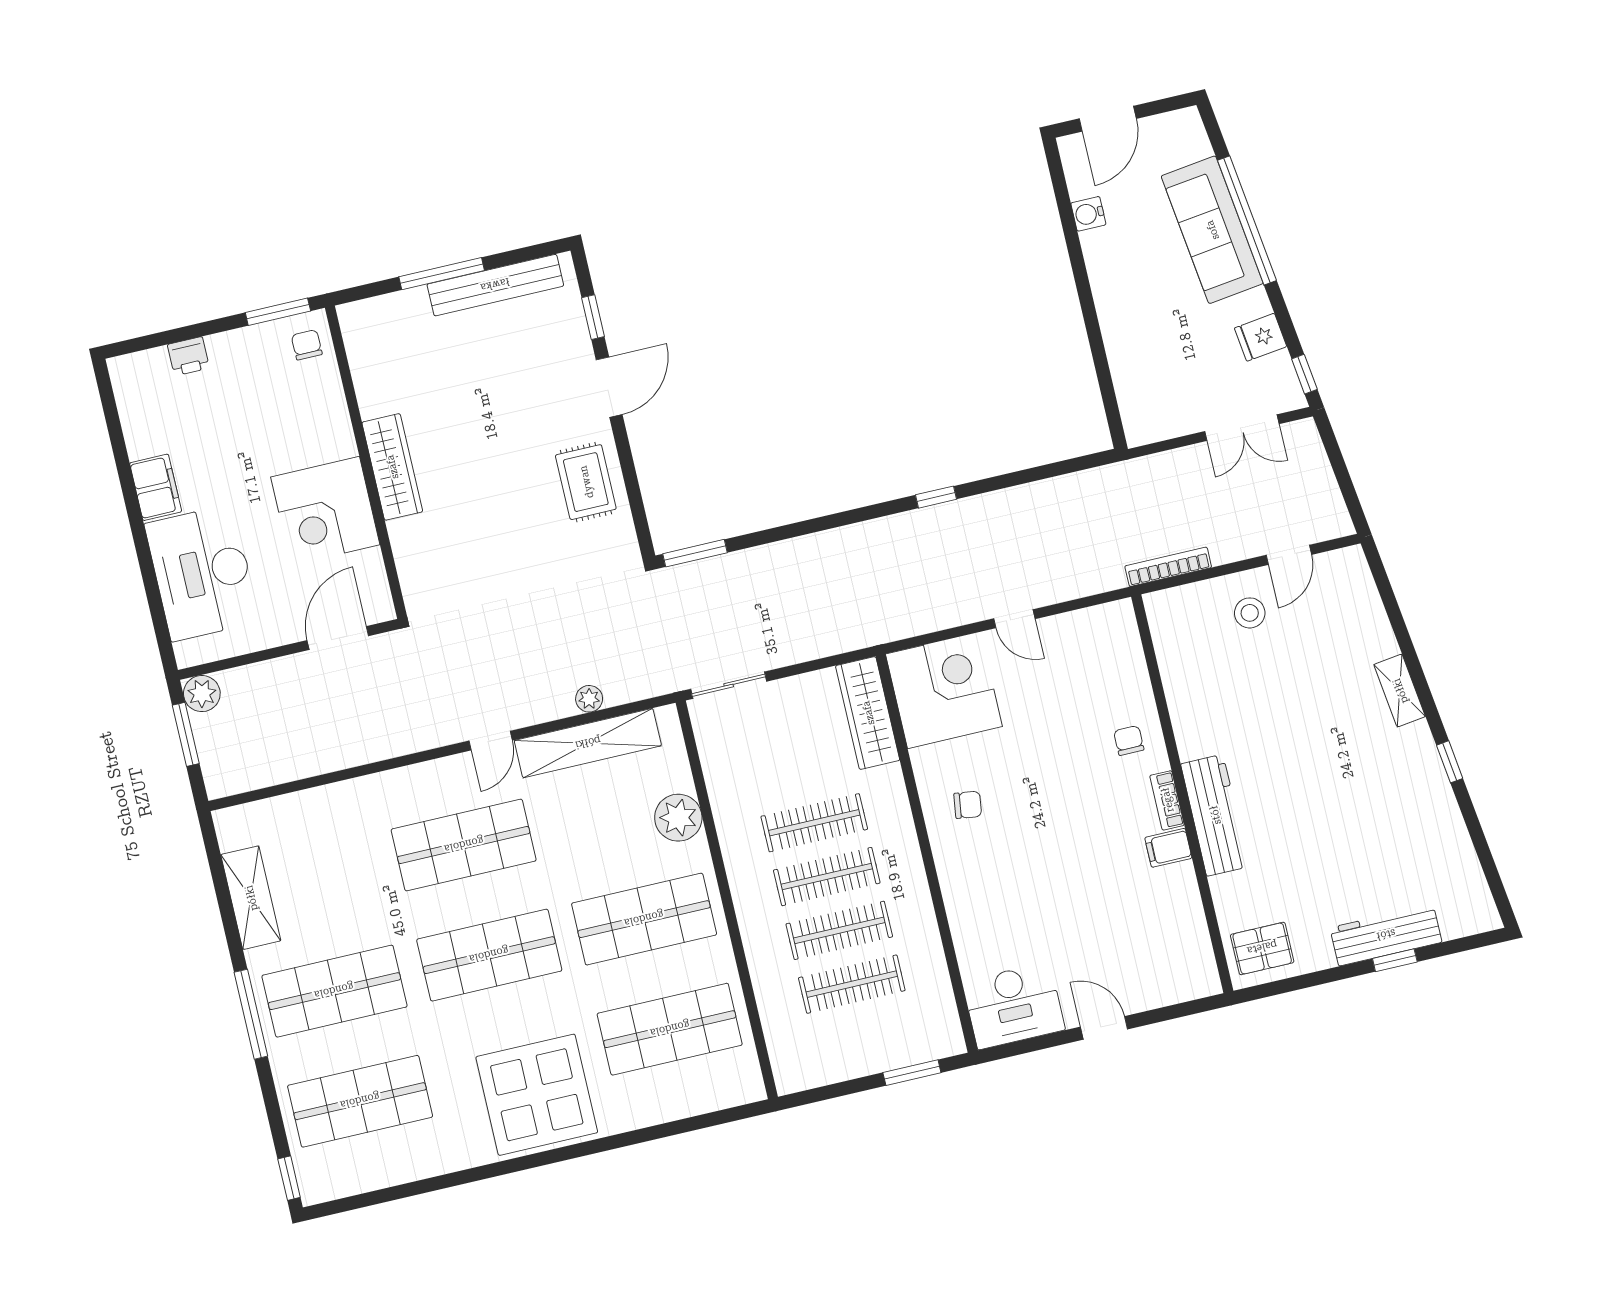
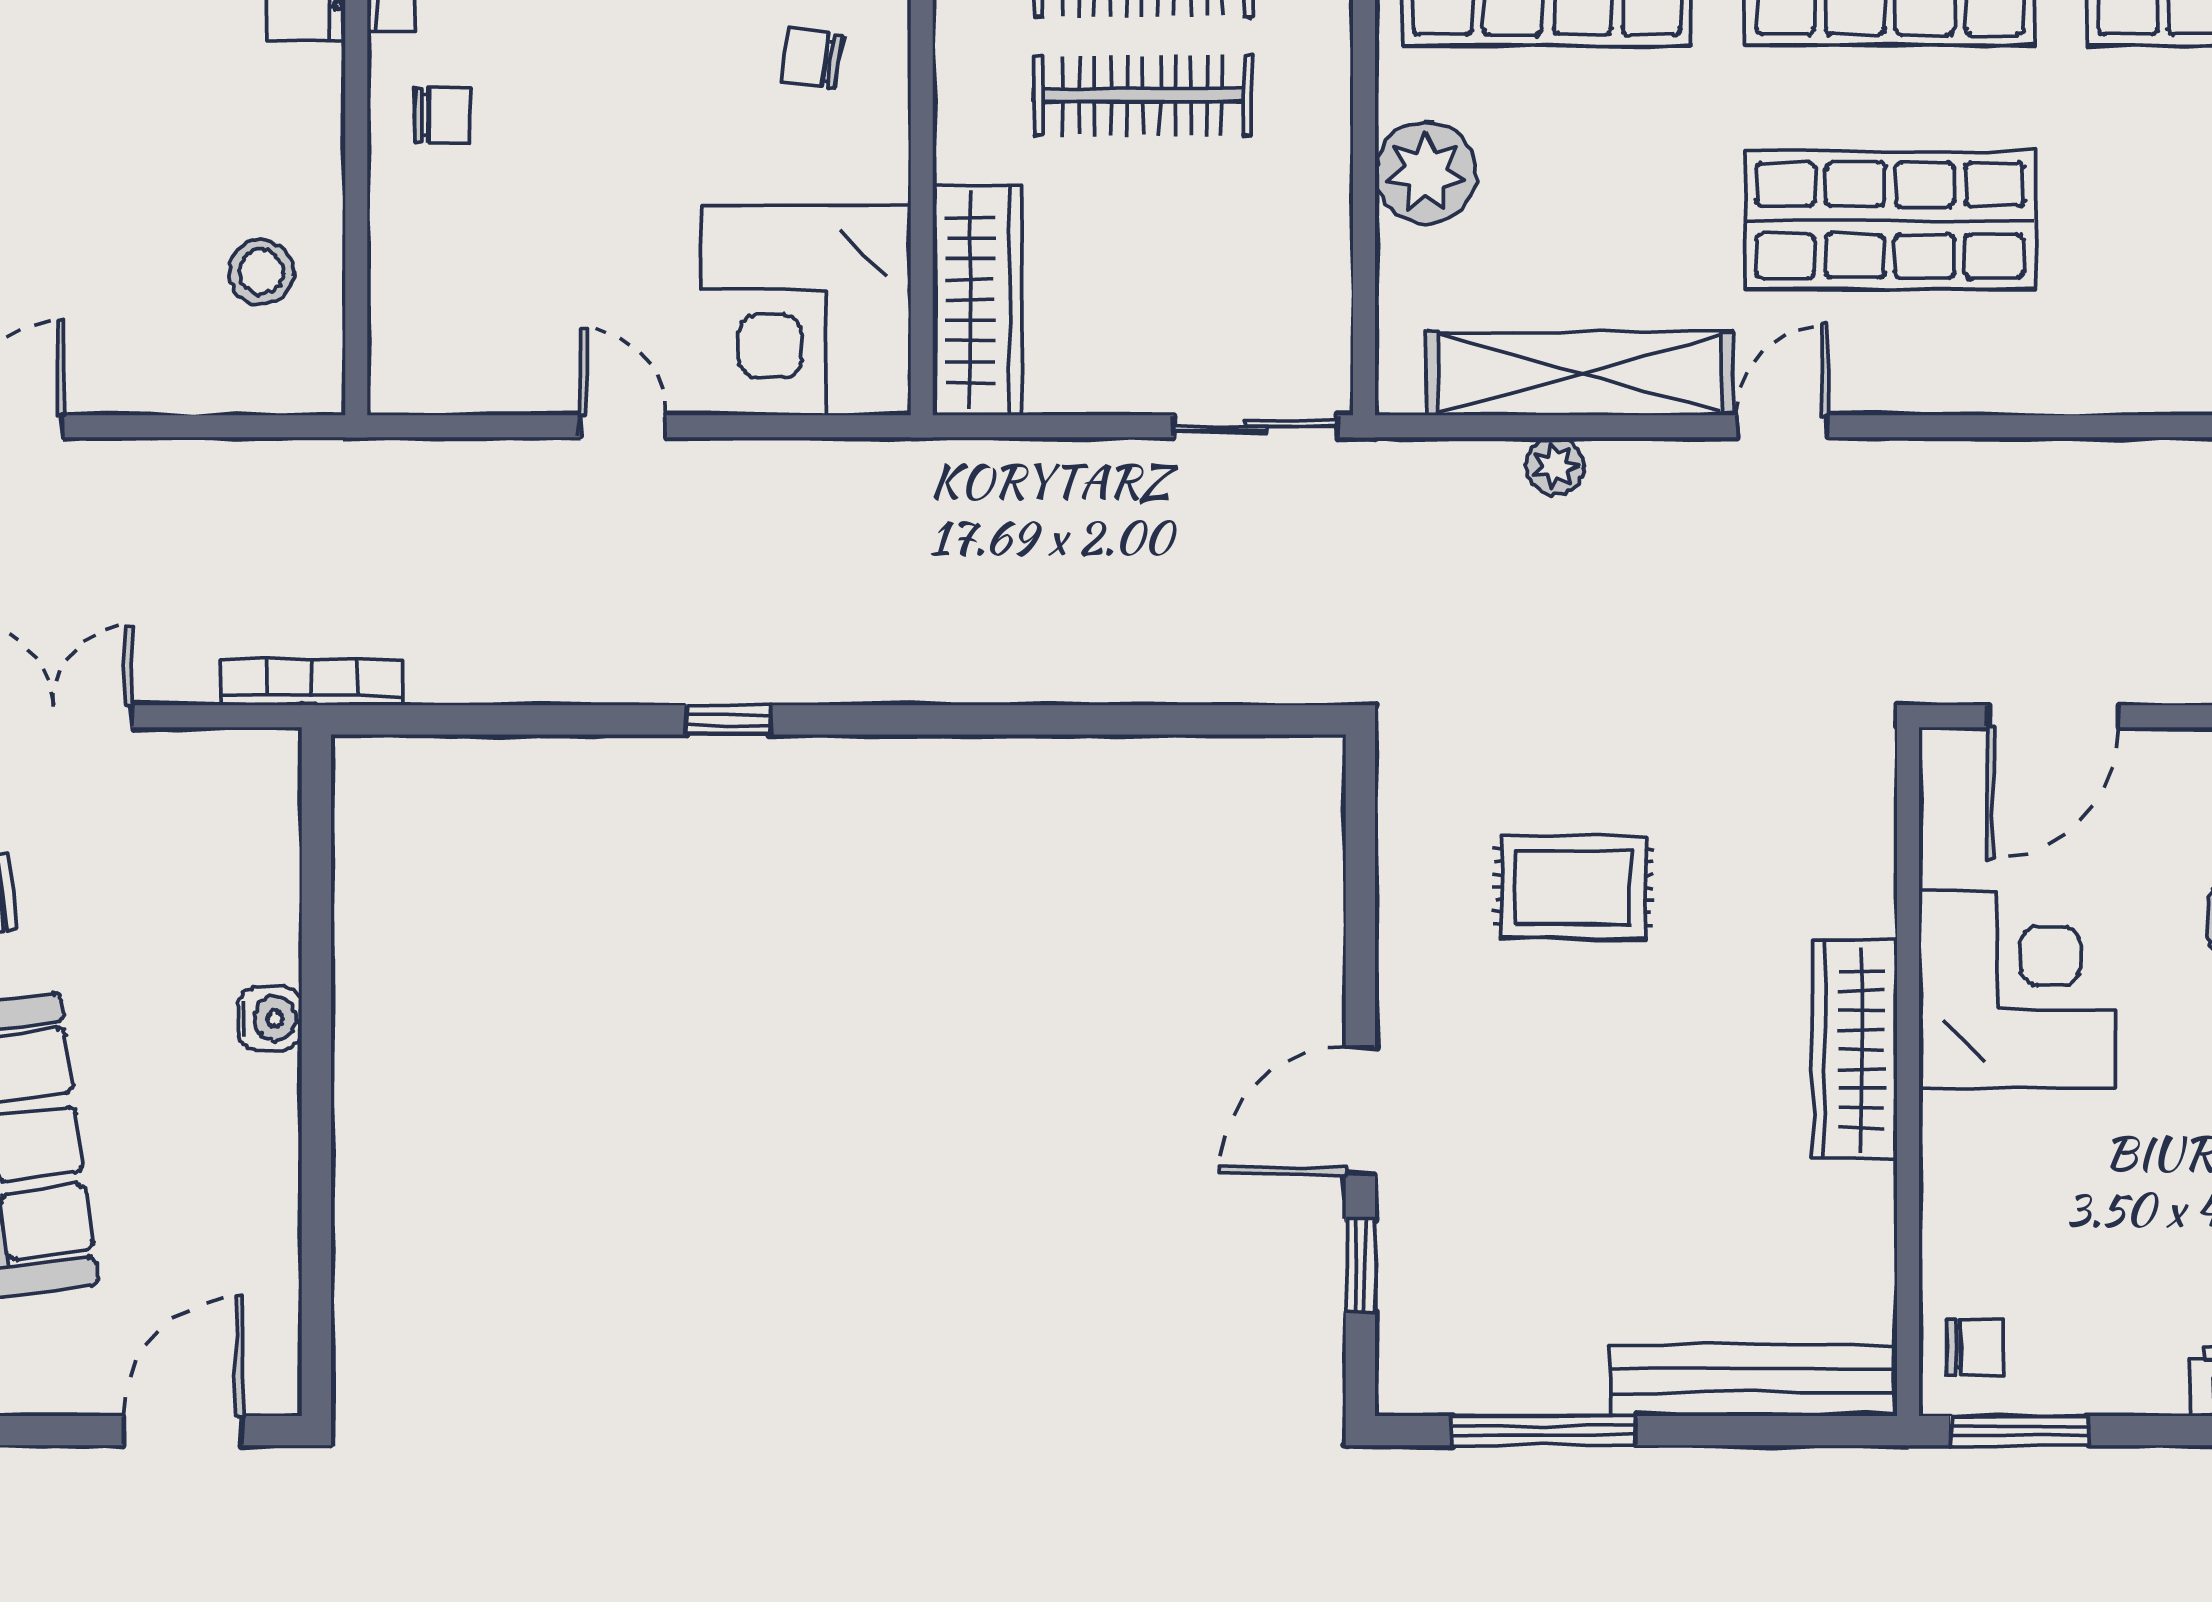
water cooler: (1088, 214) -> (270, 1018), moved
window: (442, 274) -> (1544, 1431), moved
bench: (495, 285) -> (1754, 1380), moved
chair: (307, 345) -> (1975, 1347), turned -90
rug: (586, 482) -> (1573, 887), moved, turned 90
window: (695, 553) -> (1262, 720), removed
bookcase: (1168, 567) -> (312, 682), moved, turned 180
stool: (1250, 613) -> (261, 272), moved
chair: (1129, 740) -> (442, 115), turned -90

